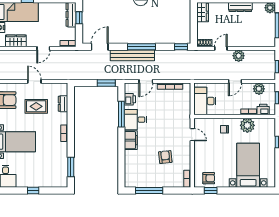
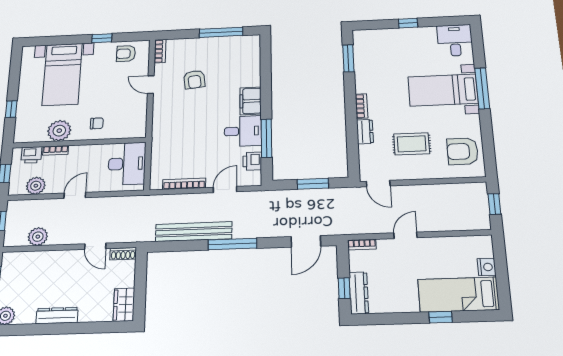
wardrobe: (16, 41) -> (456, 246), removed
window: (181, 47) -> (164, 246), removed
door: (221, 48) -> (95, 246), hinge flipped
bench: (132, 55) -> (194, 232), moved
plant: (239, 56) -> (38, 237), moved
door: (34, 81) -> (378, 184), moved
window: (106, 83) -> (313, 184), moved
dresser: (63, 104) -> (365, 132), moved
door: (192, 135) -> (151, 85), moved
window: (211, 190) -> (102, 38), moved

